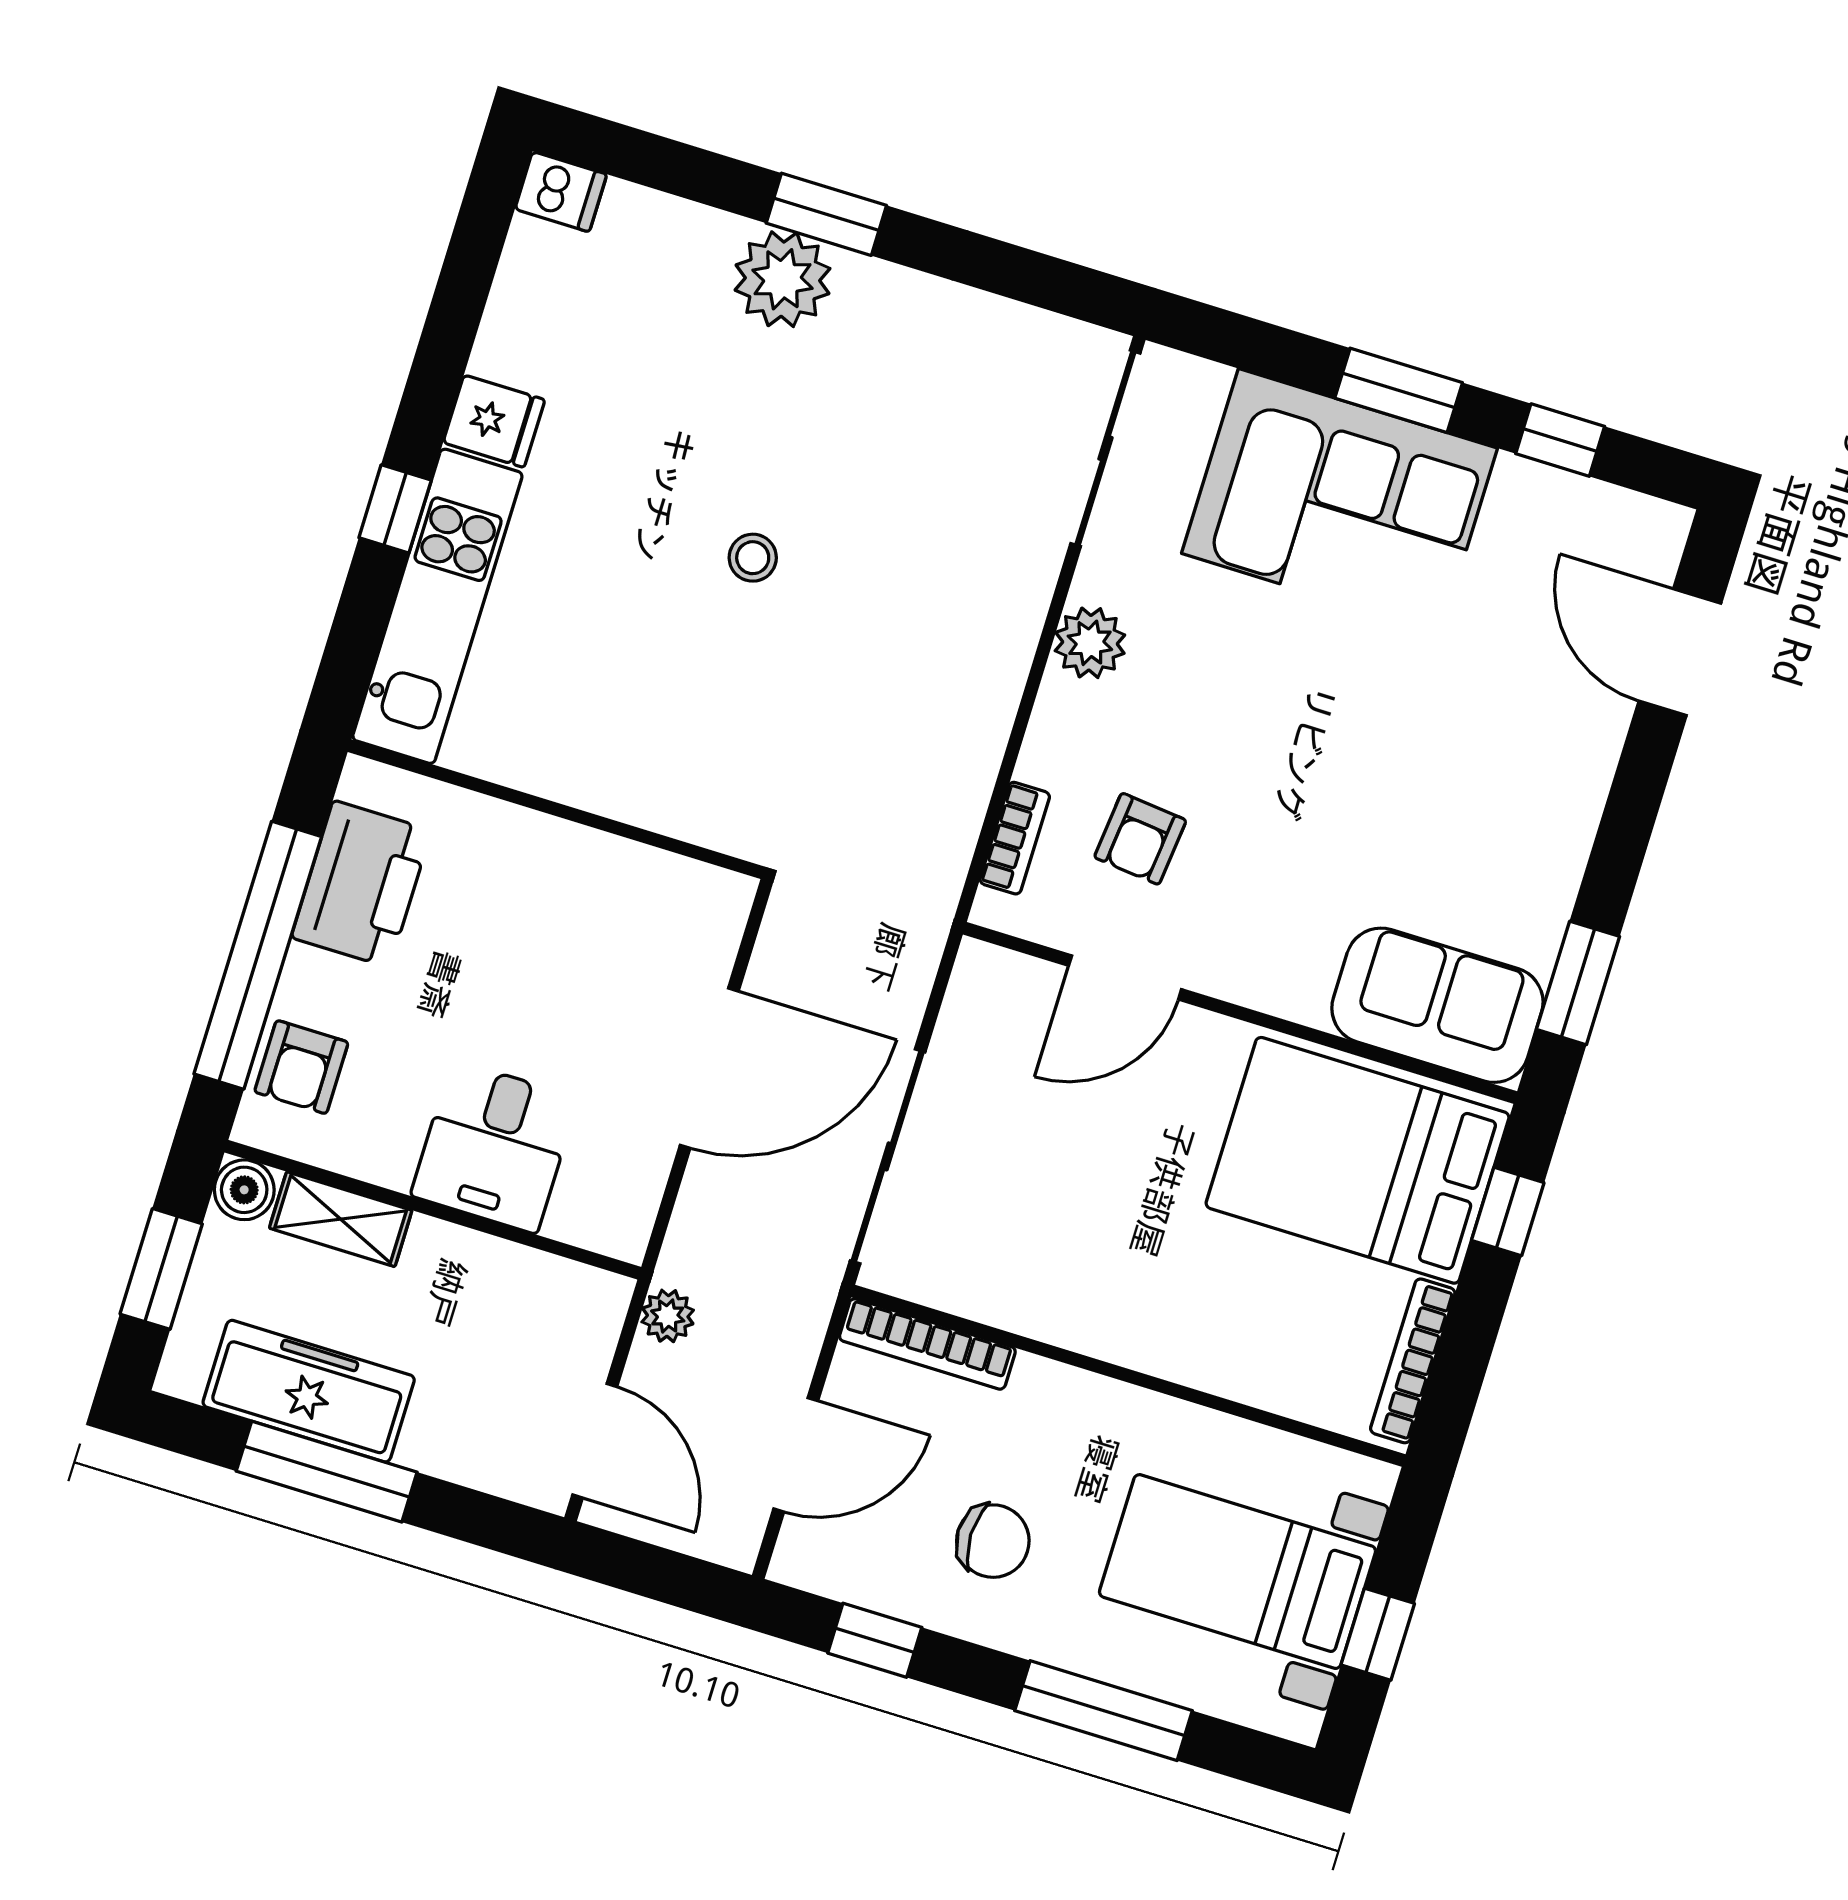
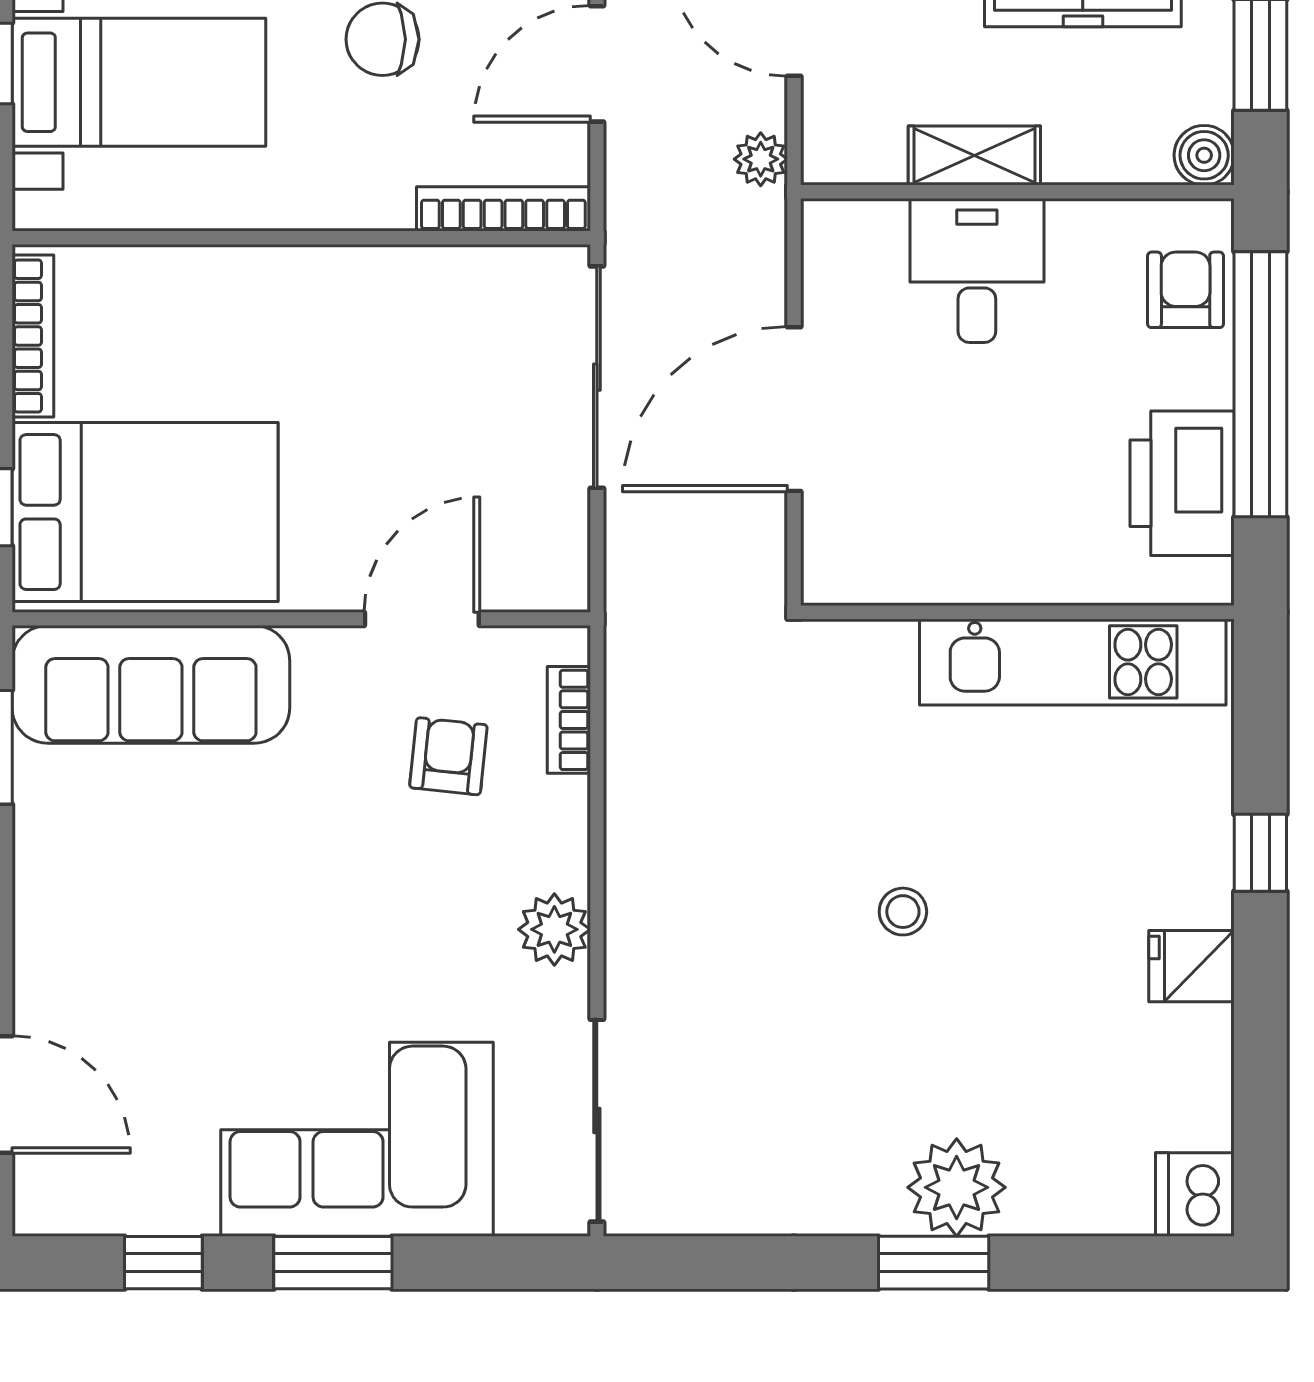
dishwasher: (561, 192) -> (1195, 1194), width x1.38
kitchen unit: (437, 606) -> (1073, 662), moved, turned -90
sofa: (1437, 1005) -> (151, 684), width x1.36
shelving: (341, 1219) -> (974, 156), moved

